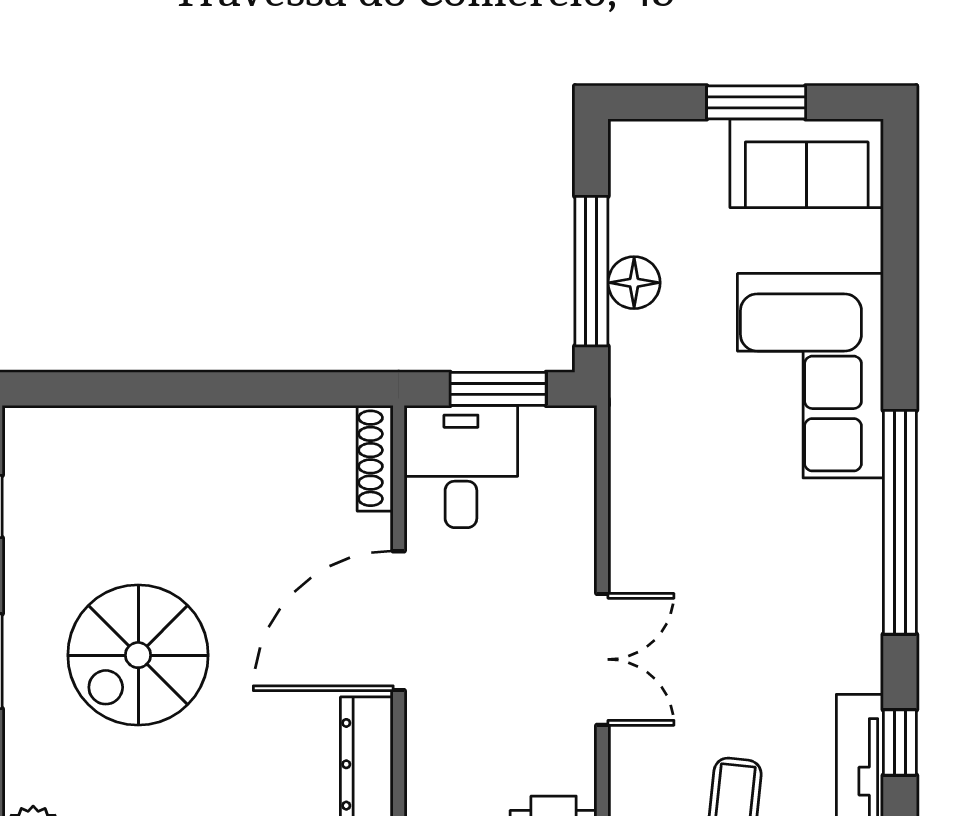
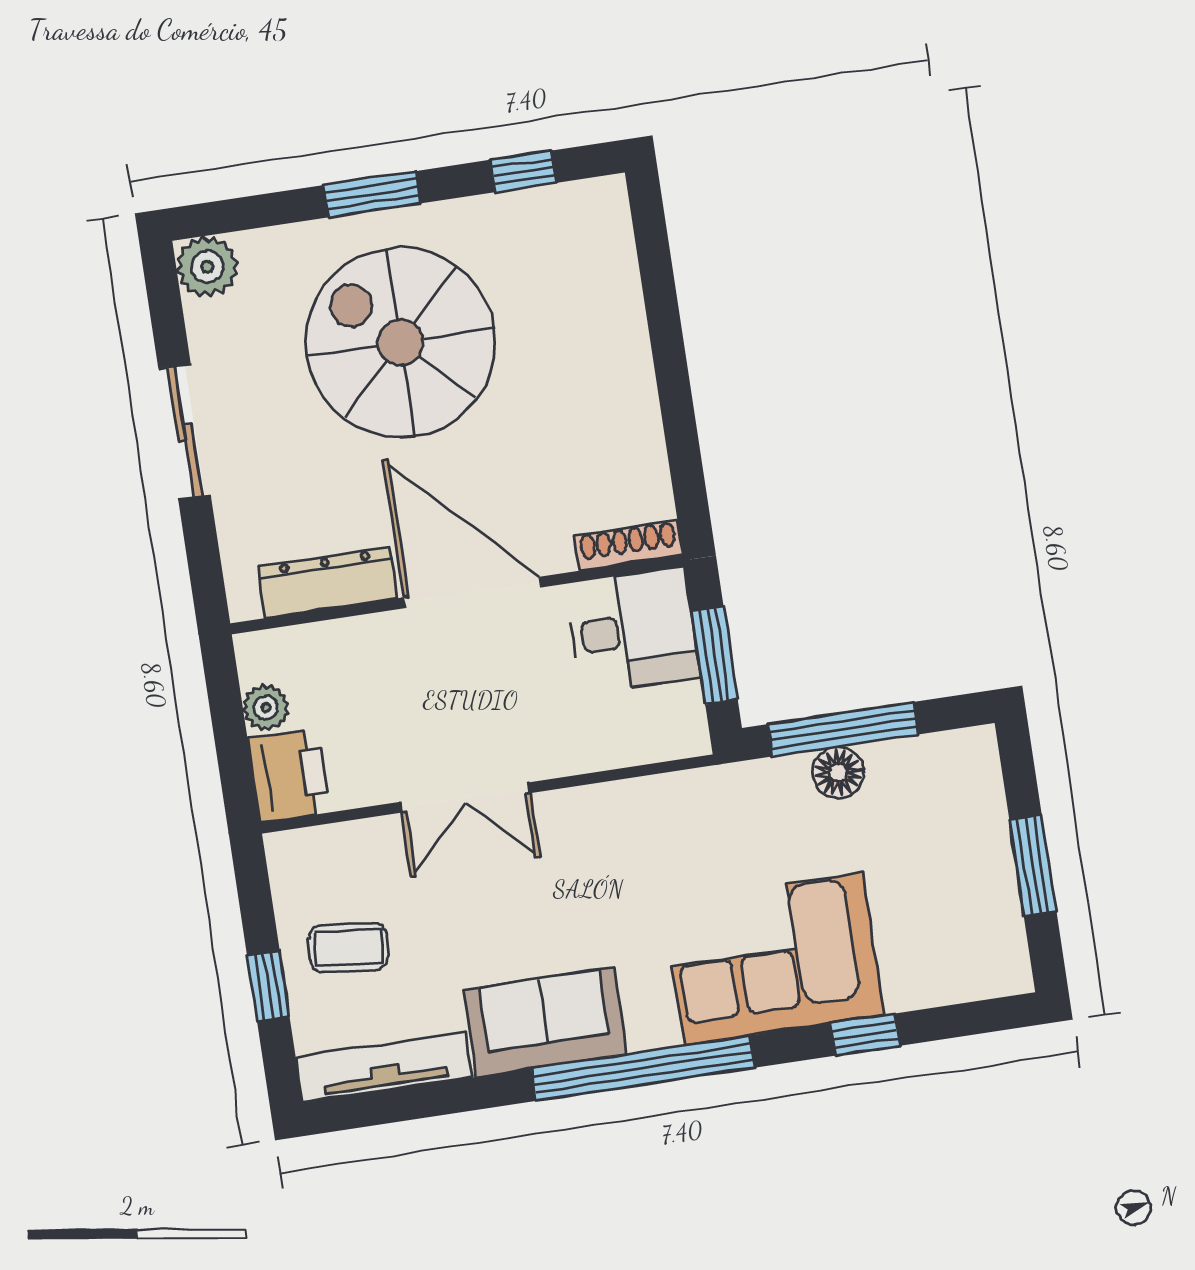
sofa: (807, 163) -> (545, 1022), moved, turned 90
spiral stairs: (138, 655) -> (401, 342), width x1.37, depth x1.37
window: (900, 743) -> (865, 1035), moved

